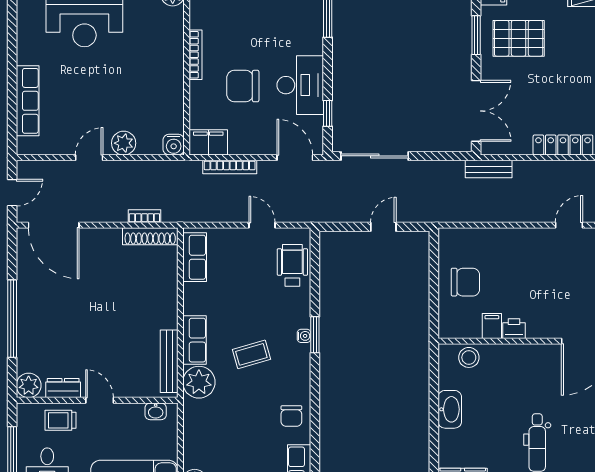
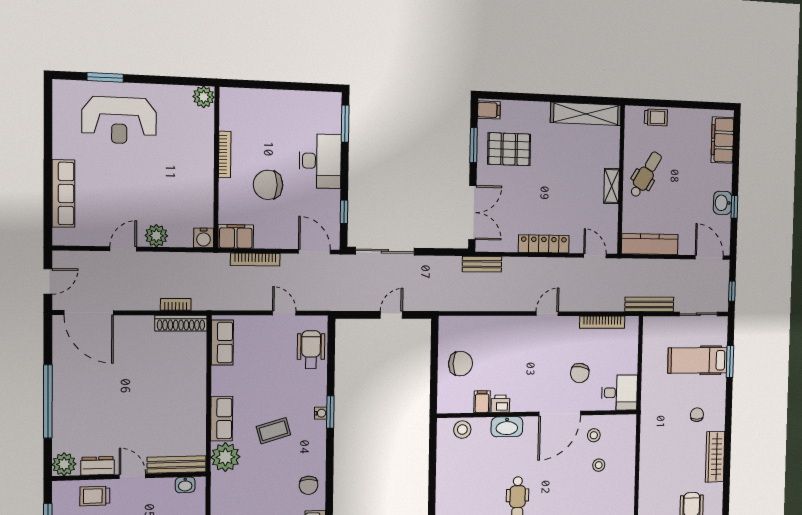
desk: (300, 85) -> (320, 161), moved
bench: (169, 361) -> (177, 465), moved, turned 90
washbasin: (450, 409) -> (507, 427), moved, turned 90

